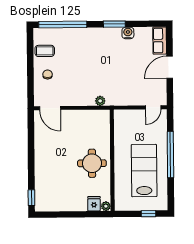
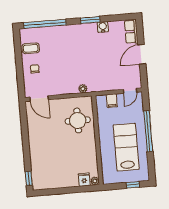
filing cabinet: (132, 117) -> (112, 101), added
round table: (92, 163) -> (78, 120), moved

